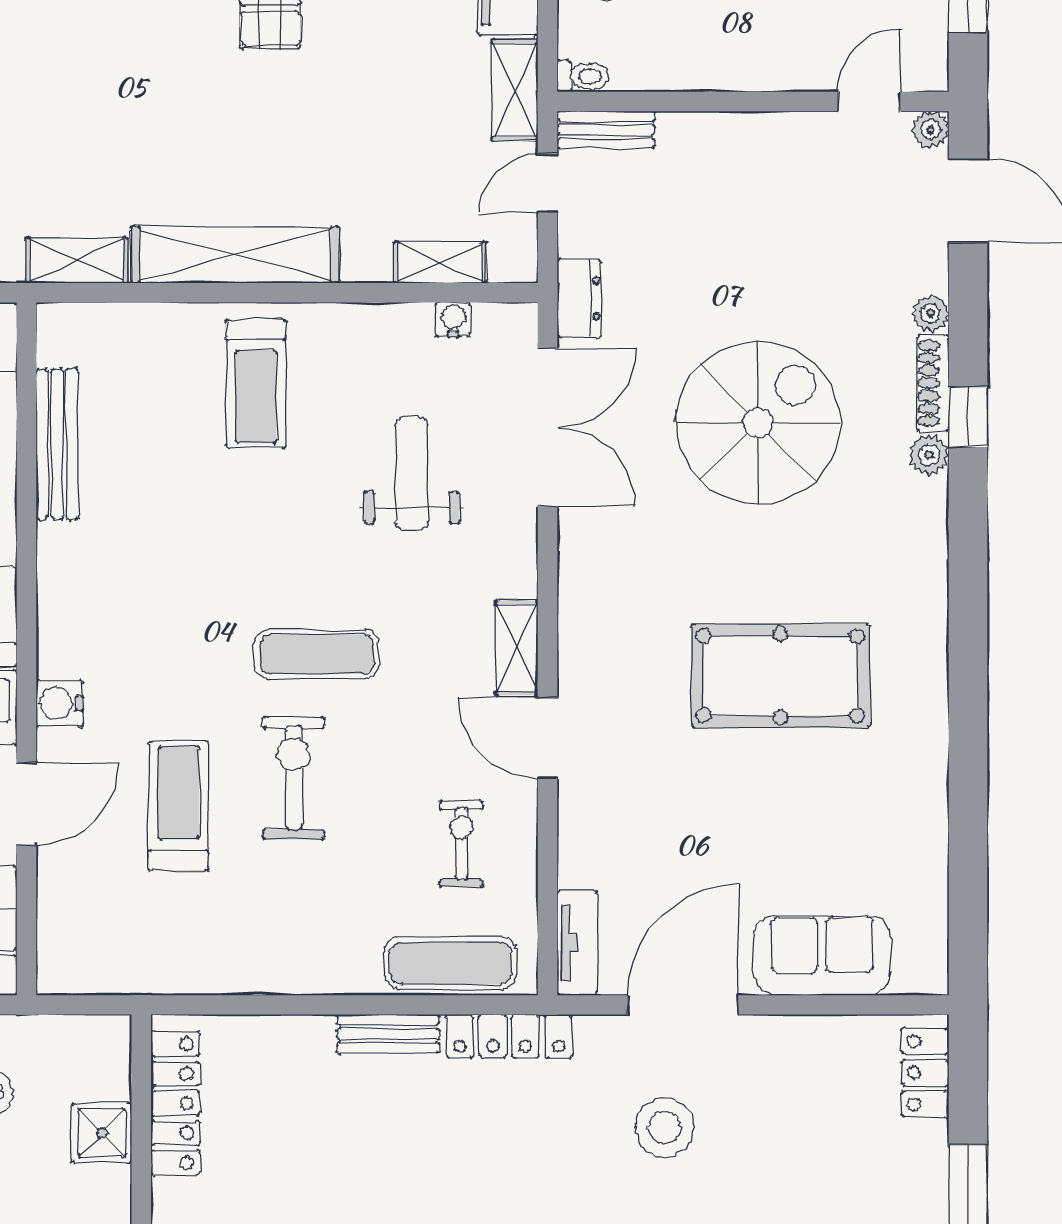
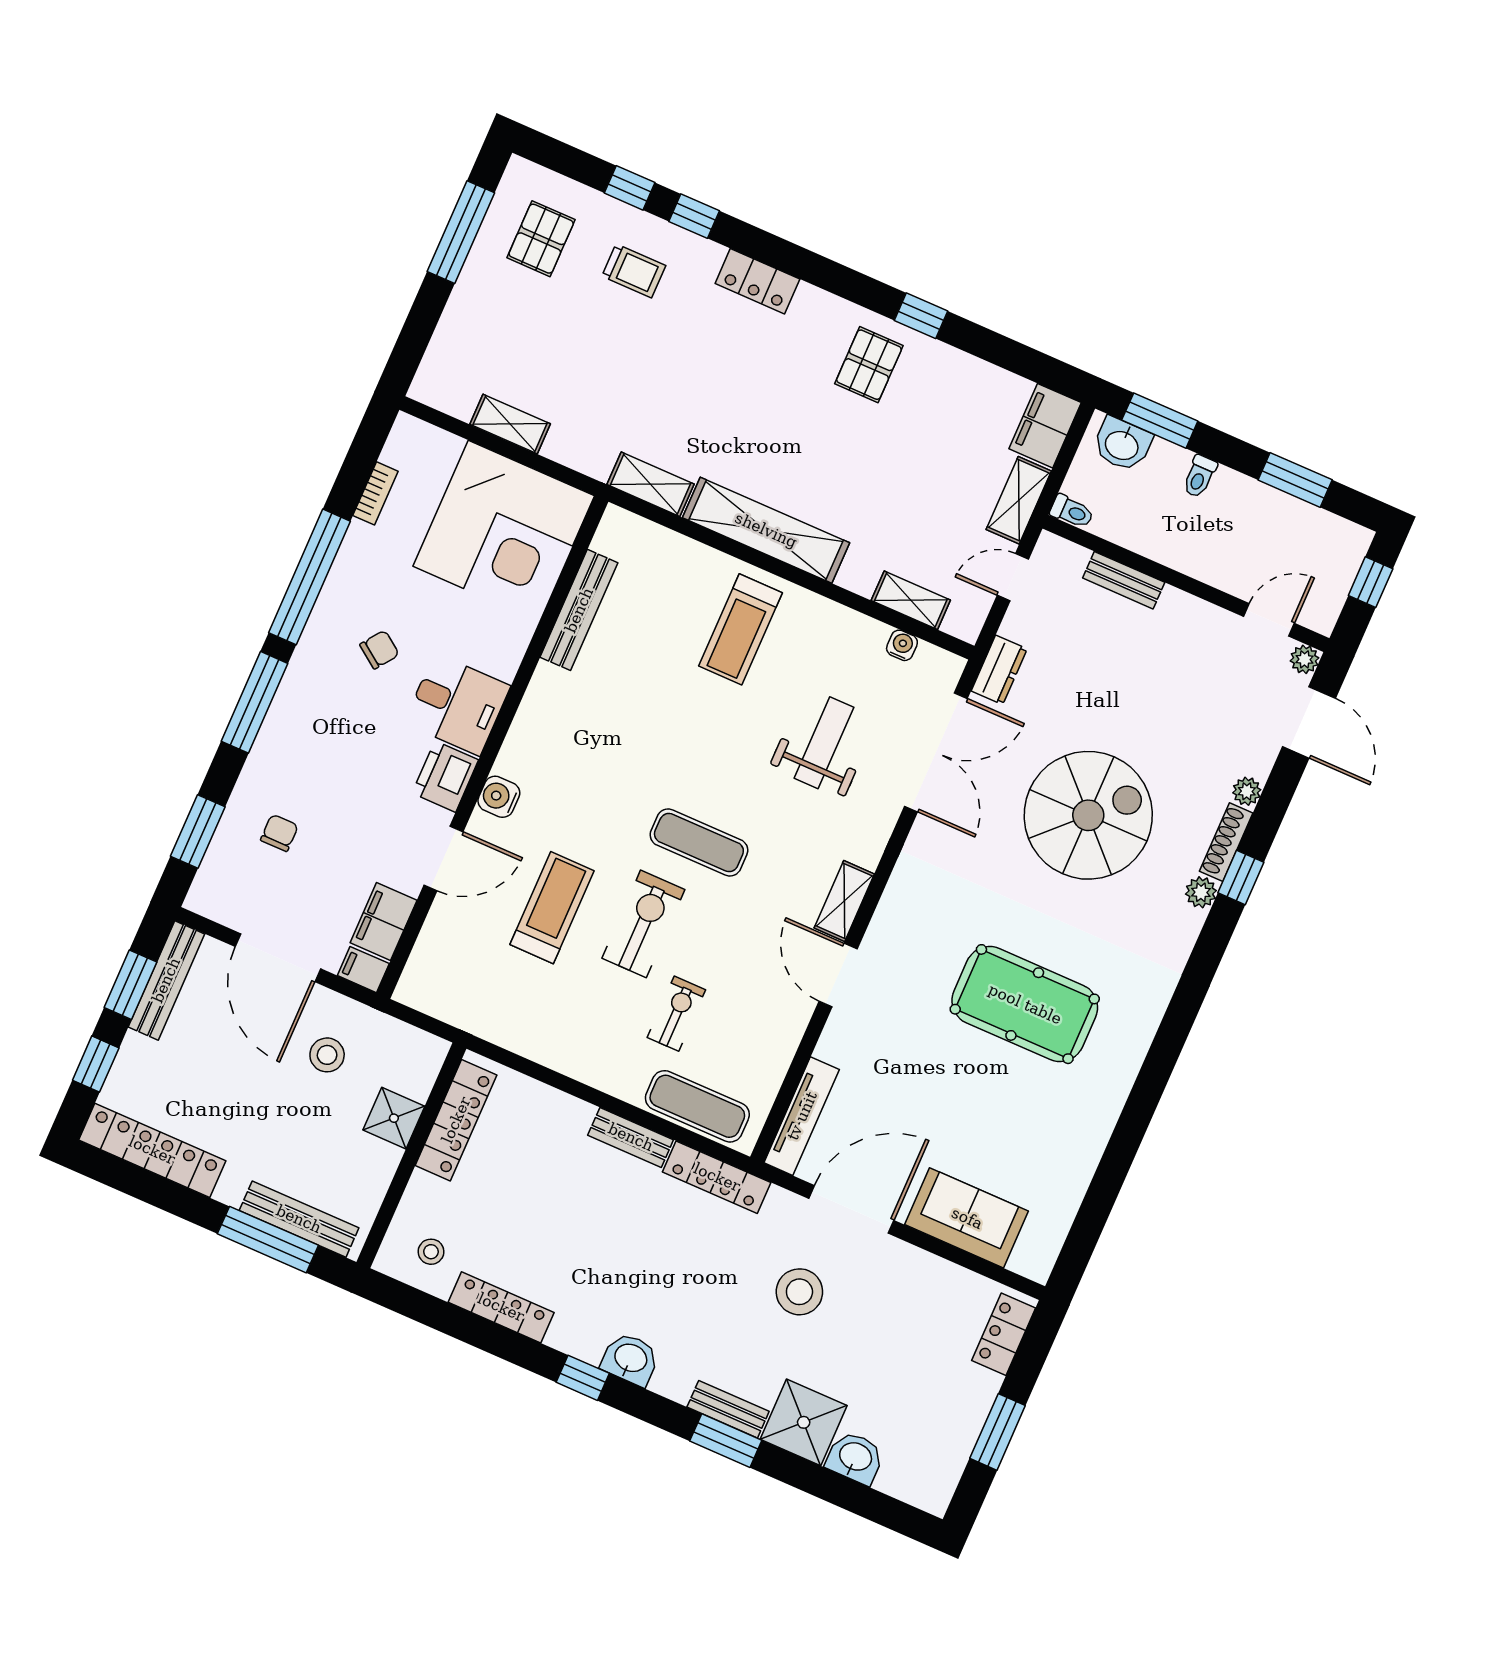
bench: (606, 130) -> (1124, 580), moved
exercise bike: (461, 844) -> (676, 1014), moved
tv unit: (577, 943) -> (802, 1116), width x1.41

